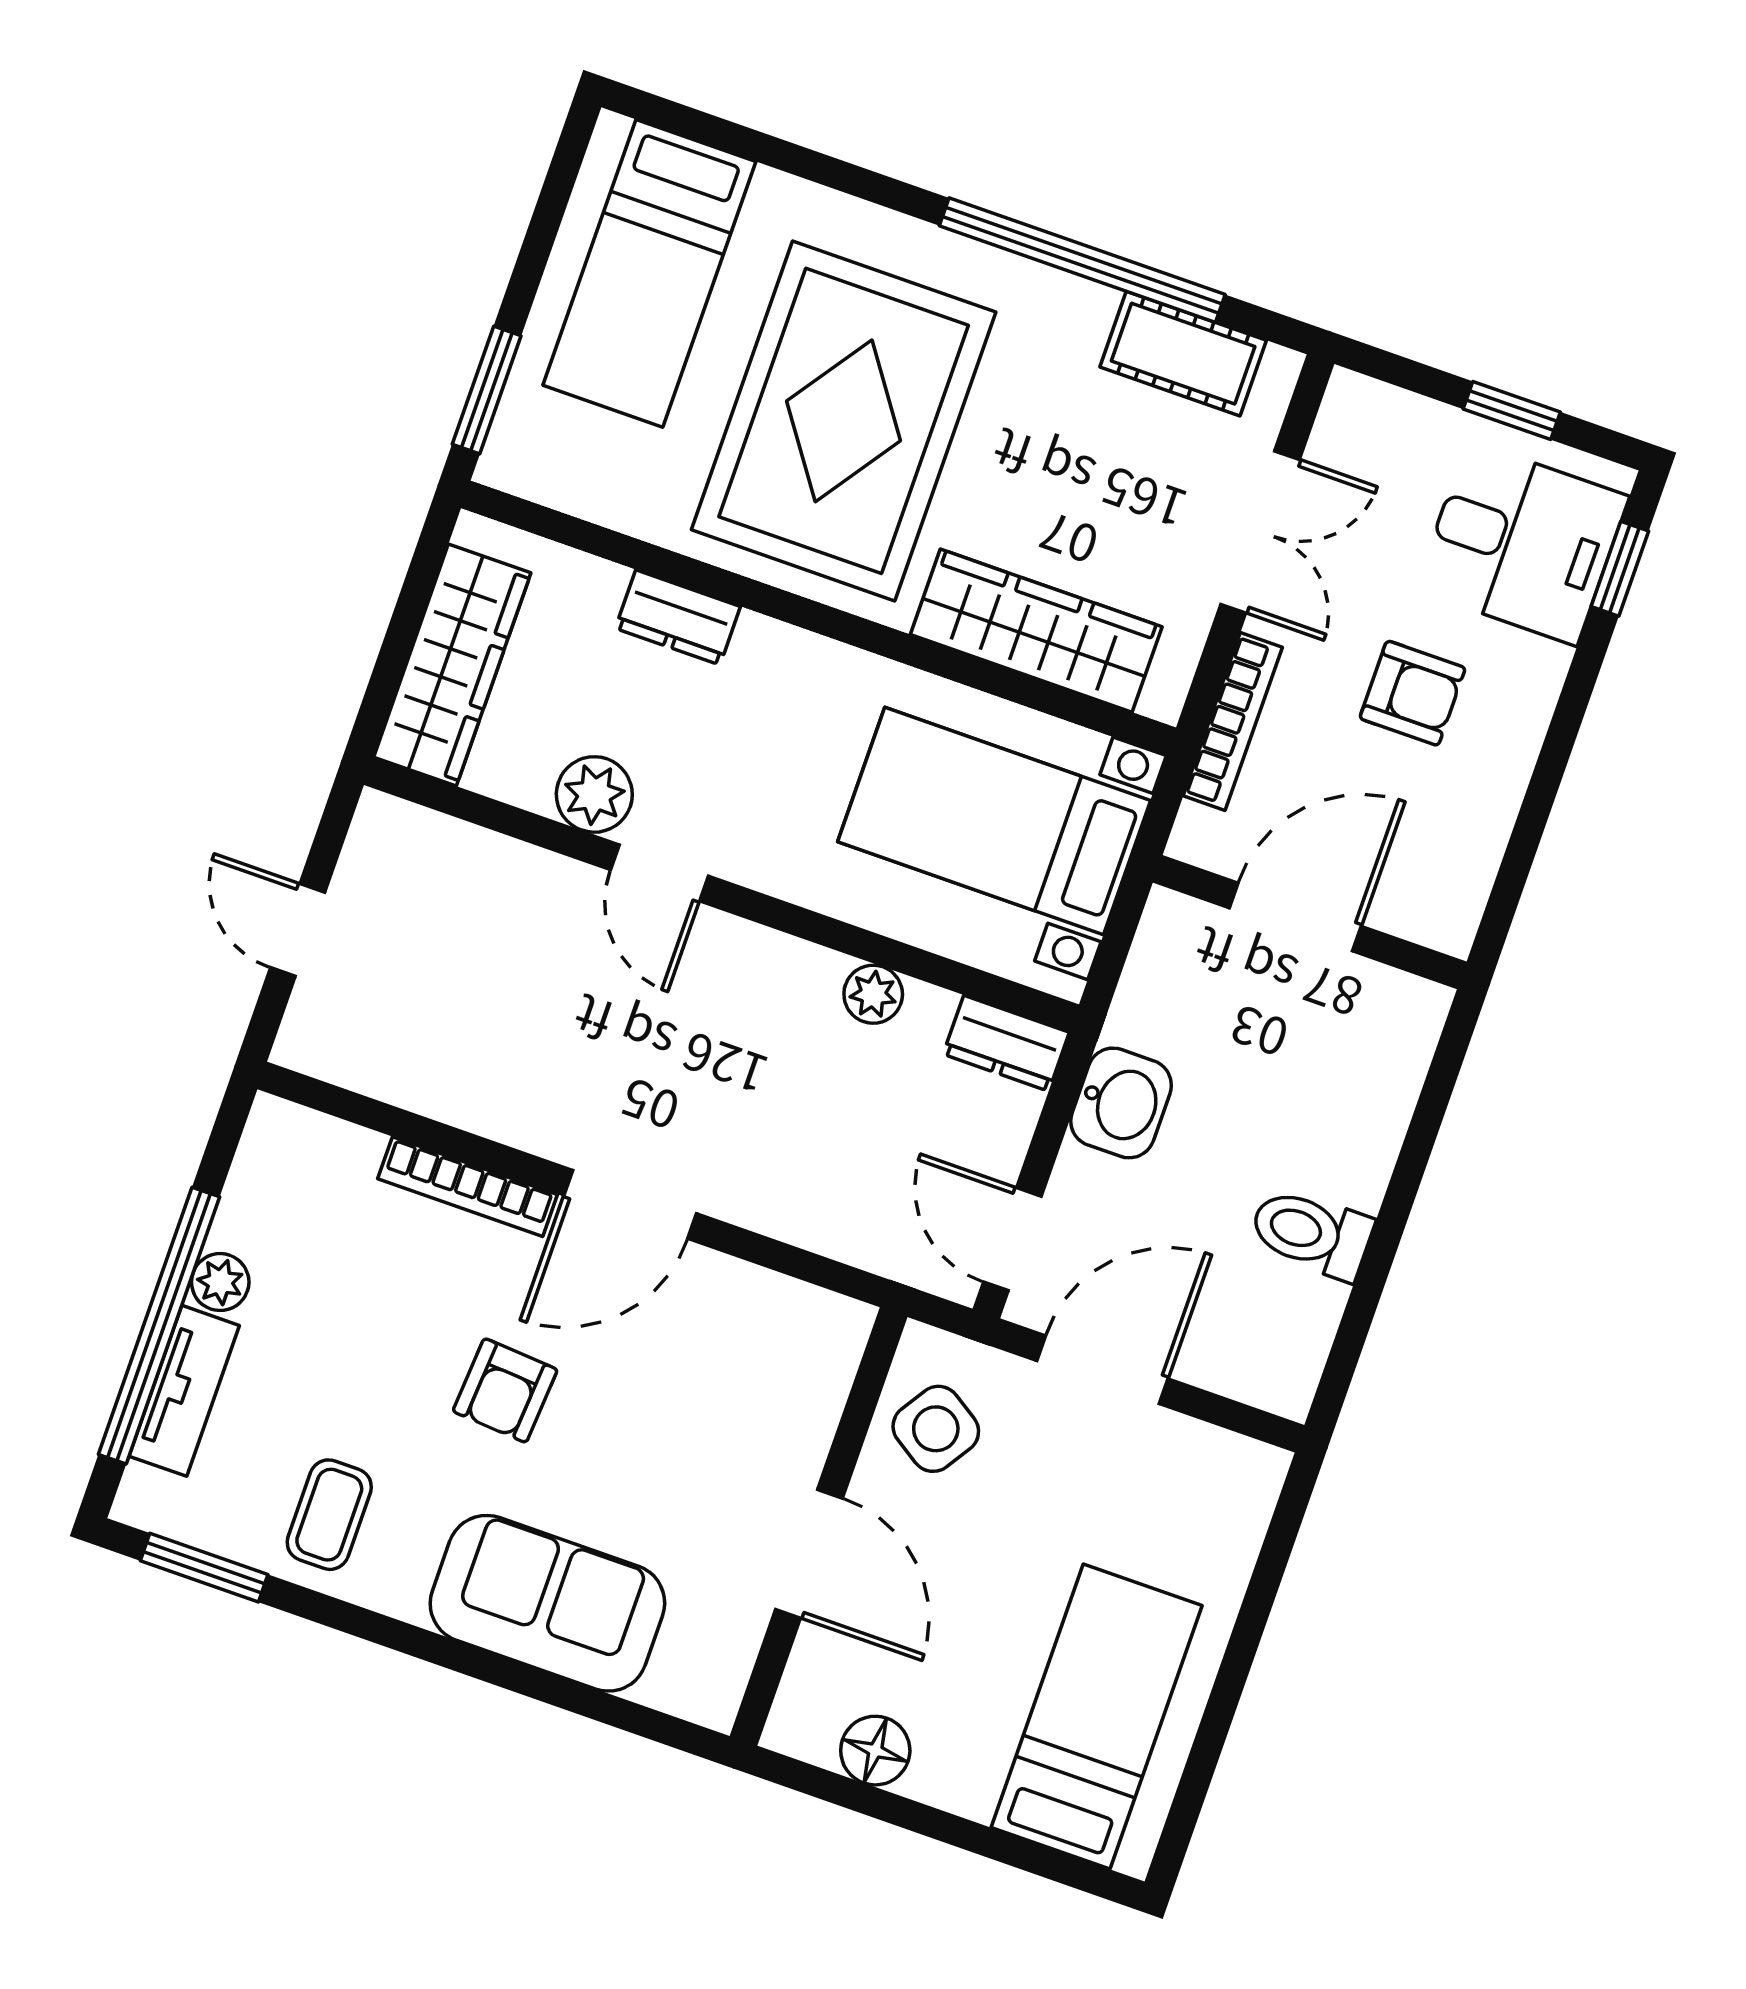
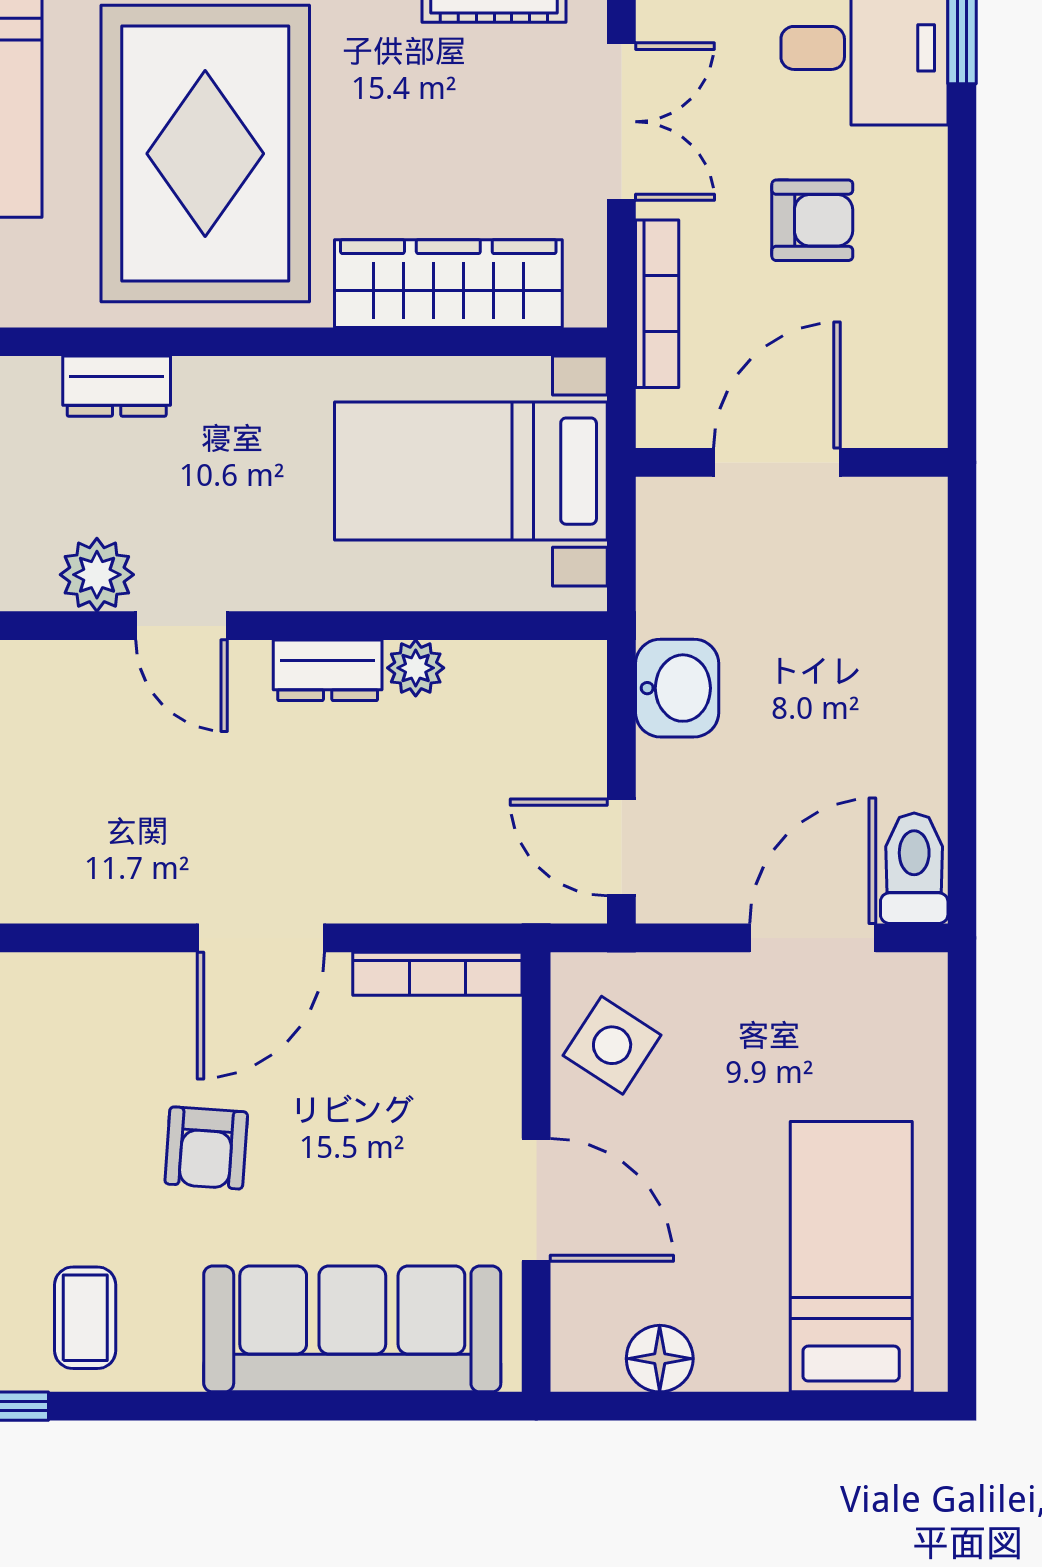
dresser: (1006, 1043) -> (328, 670), moved
bookcase: (468, 1187) -> (437, 974), moved
toilet: (1311, 1233) -> (914, 868), moved, turned 90
door: (1102, 1370) -> (813, 938), moved
sofa: (547, 1603) -> (352, 1329), width x1.36

